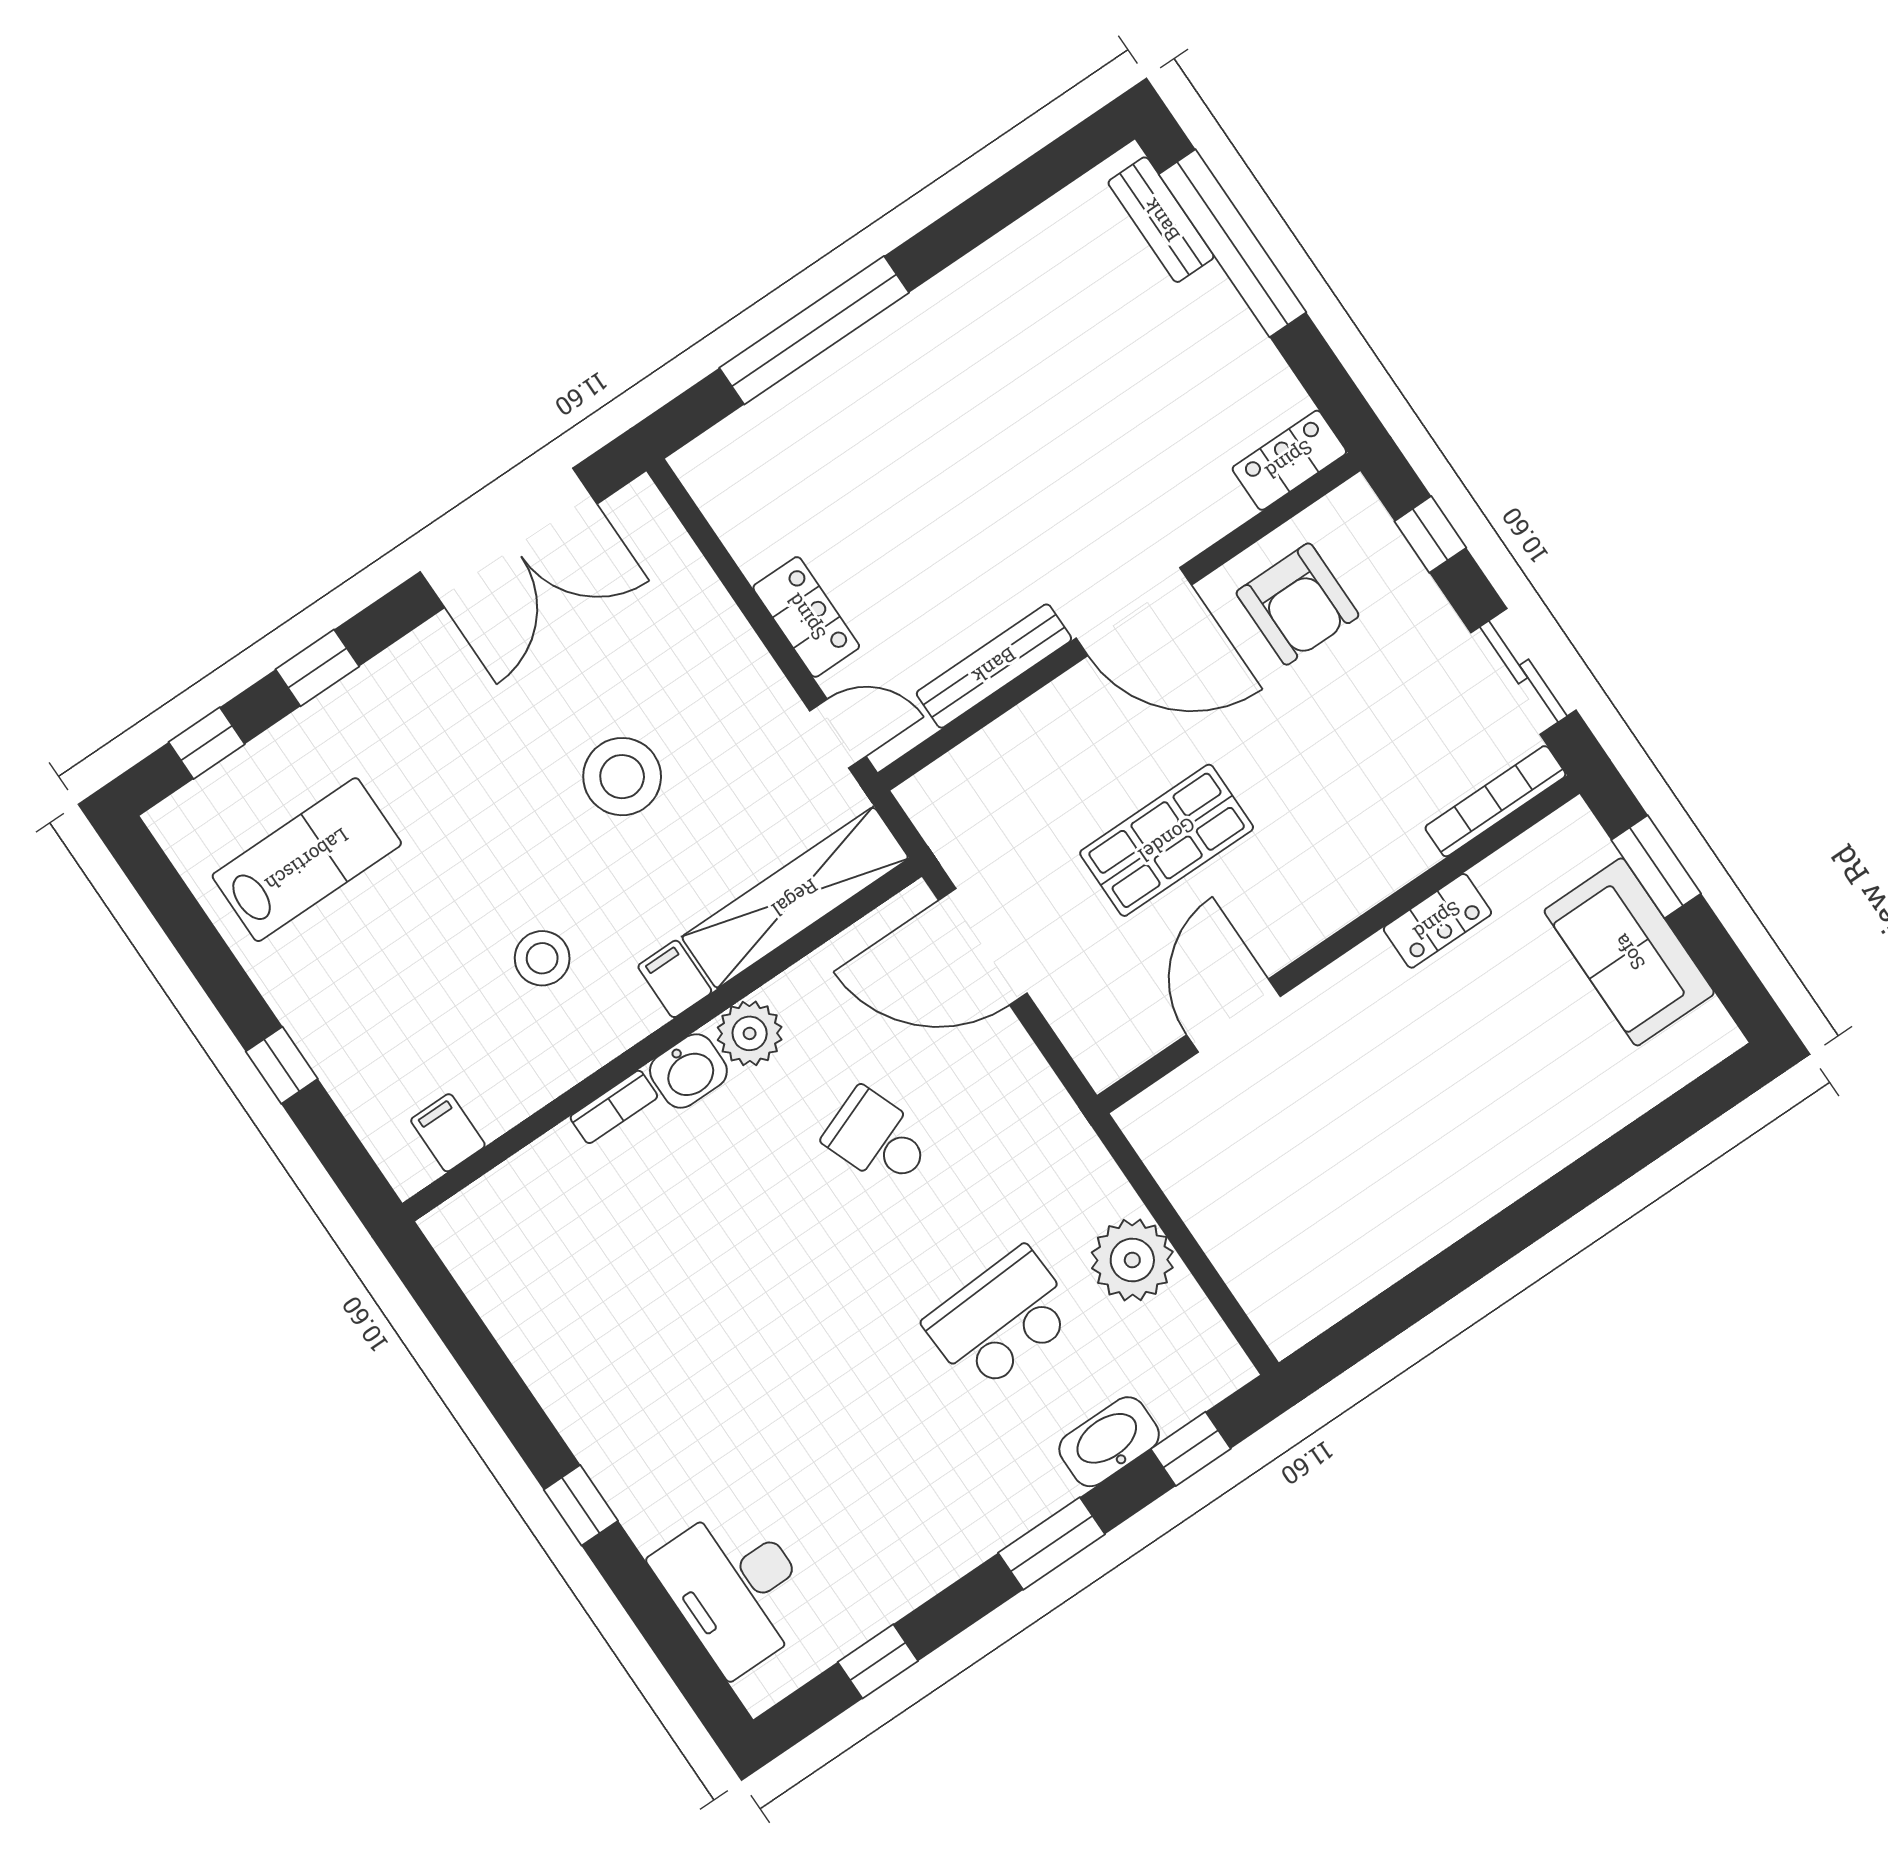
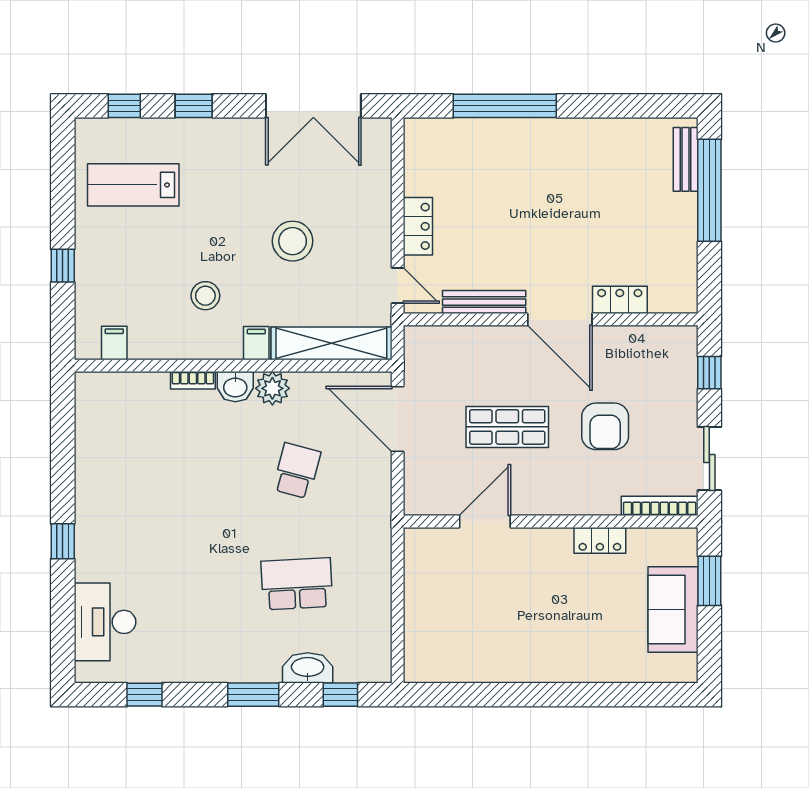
locker: (1289, 460) -> (620, 300), moved
armchair: (1297, 604) -> (605, 426), moved
lab bench: (307, 860) -> (133, 185), turned 180
school desk: (878, 1139) -> (297, 471), turned 36
plant: (1132, 1260) -> (370, 597), removed

